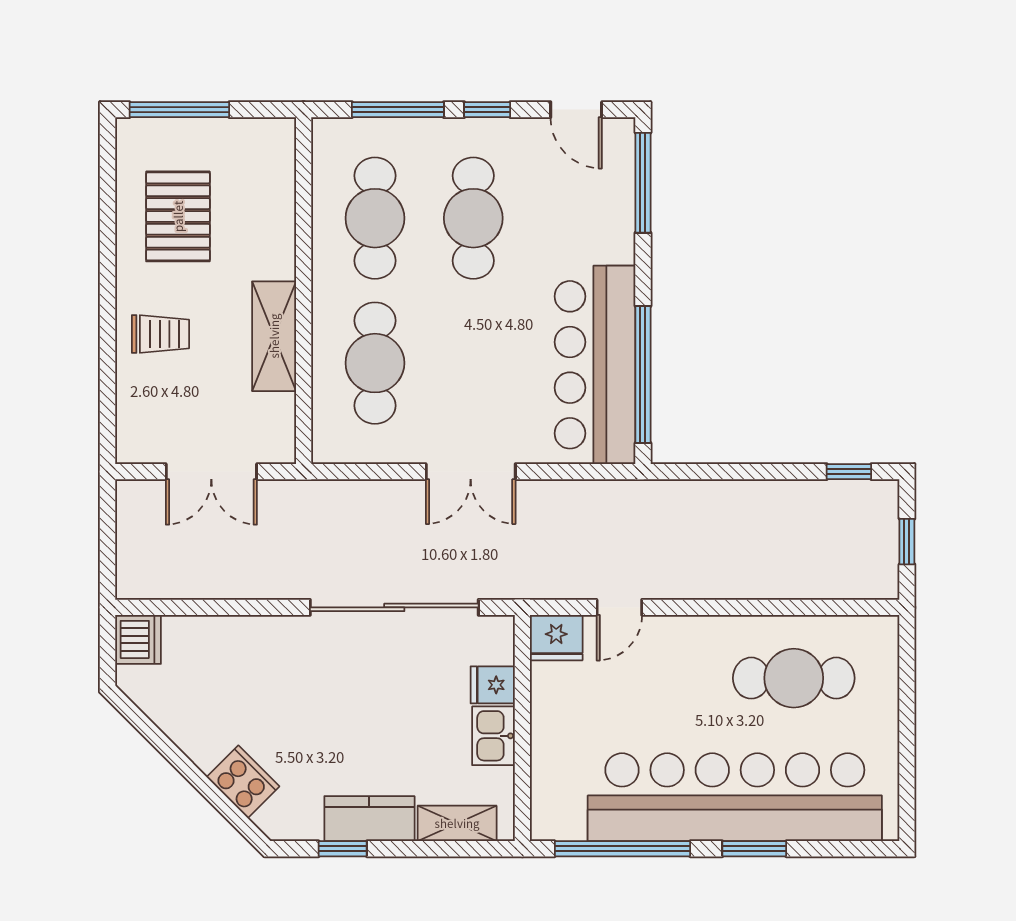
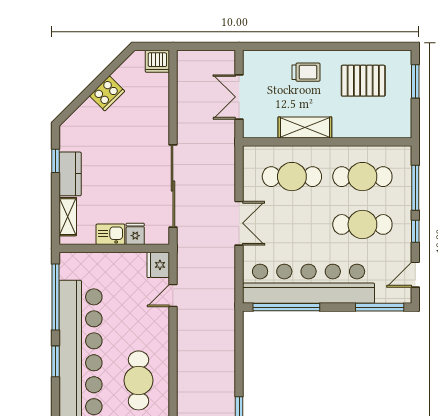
window: (179, 110) -> (415, 81), width x0.69
trolley: (160, 334) -> (306, 72), turned -90
bar counter: (595, 365) -> (309, 284), width x1.36
double door: (471, 472) -> (239, 223), swing flipped
door: (619, 607) -> (173, 296), hinge flipped
cooker: (243, 782) -> (107, 93), moved

